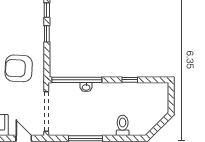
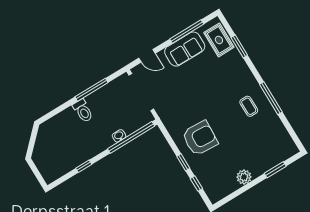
armchair: (19, 68) -> (200, 138), moved
toilet: (123, 125) -> (83, 111), moved

